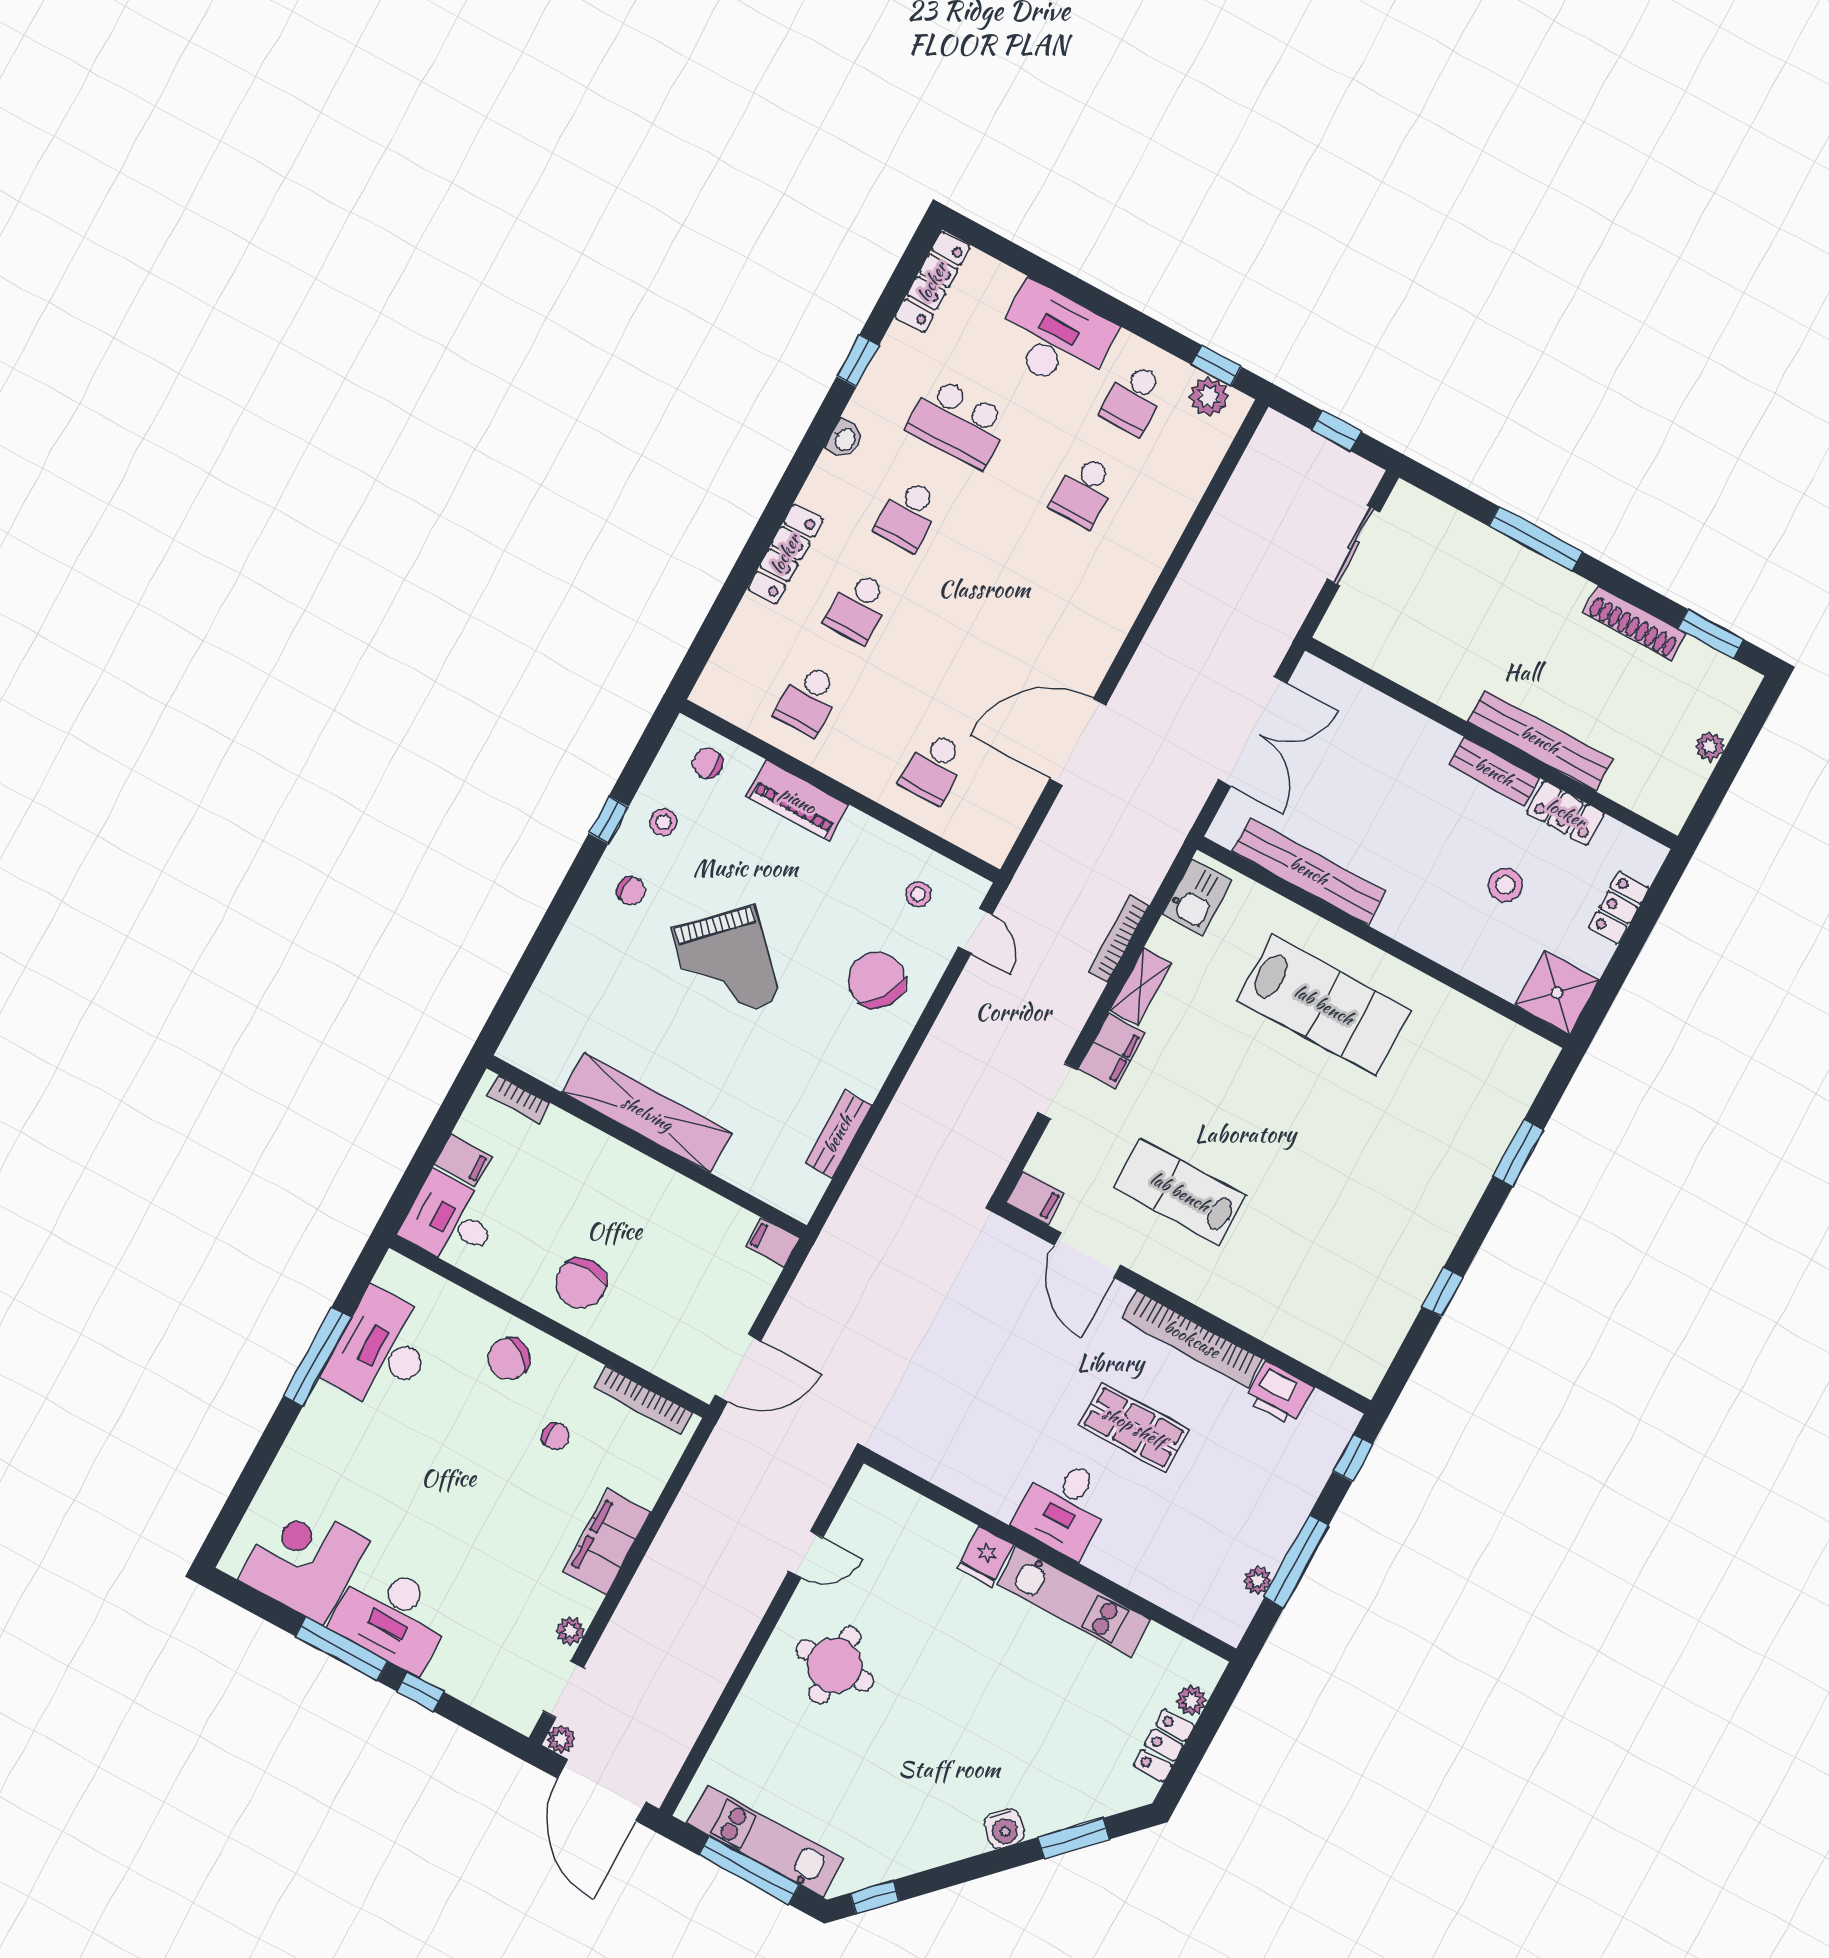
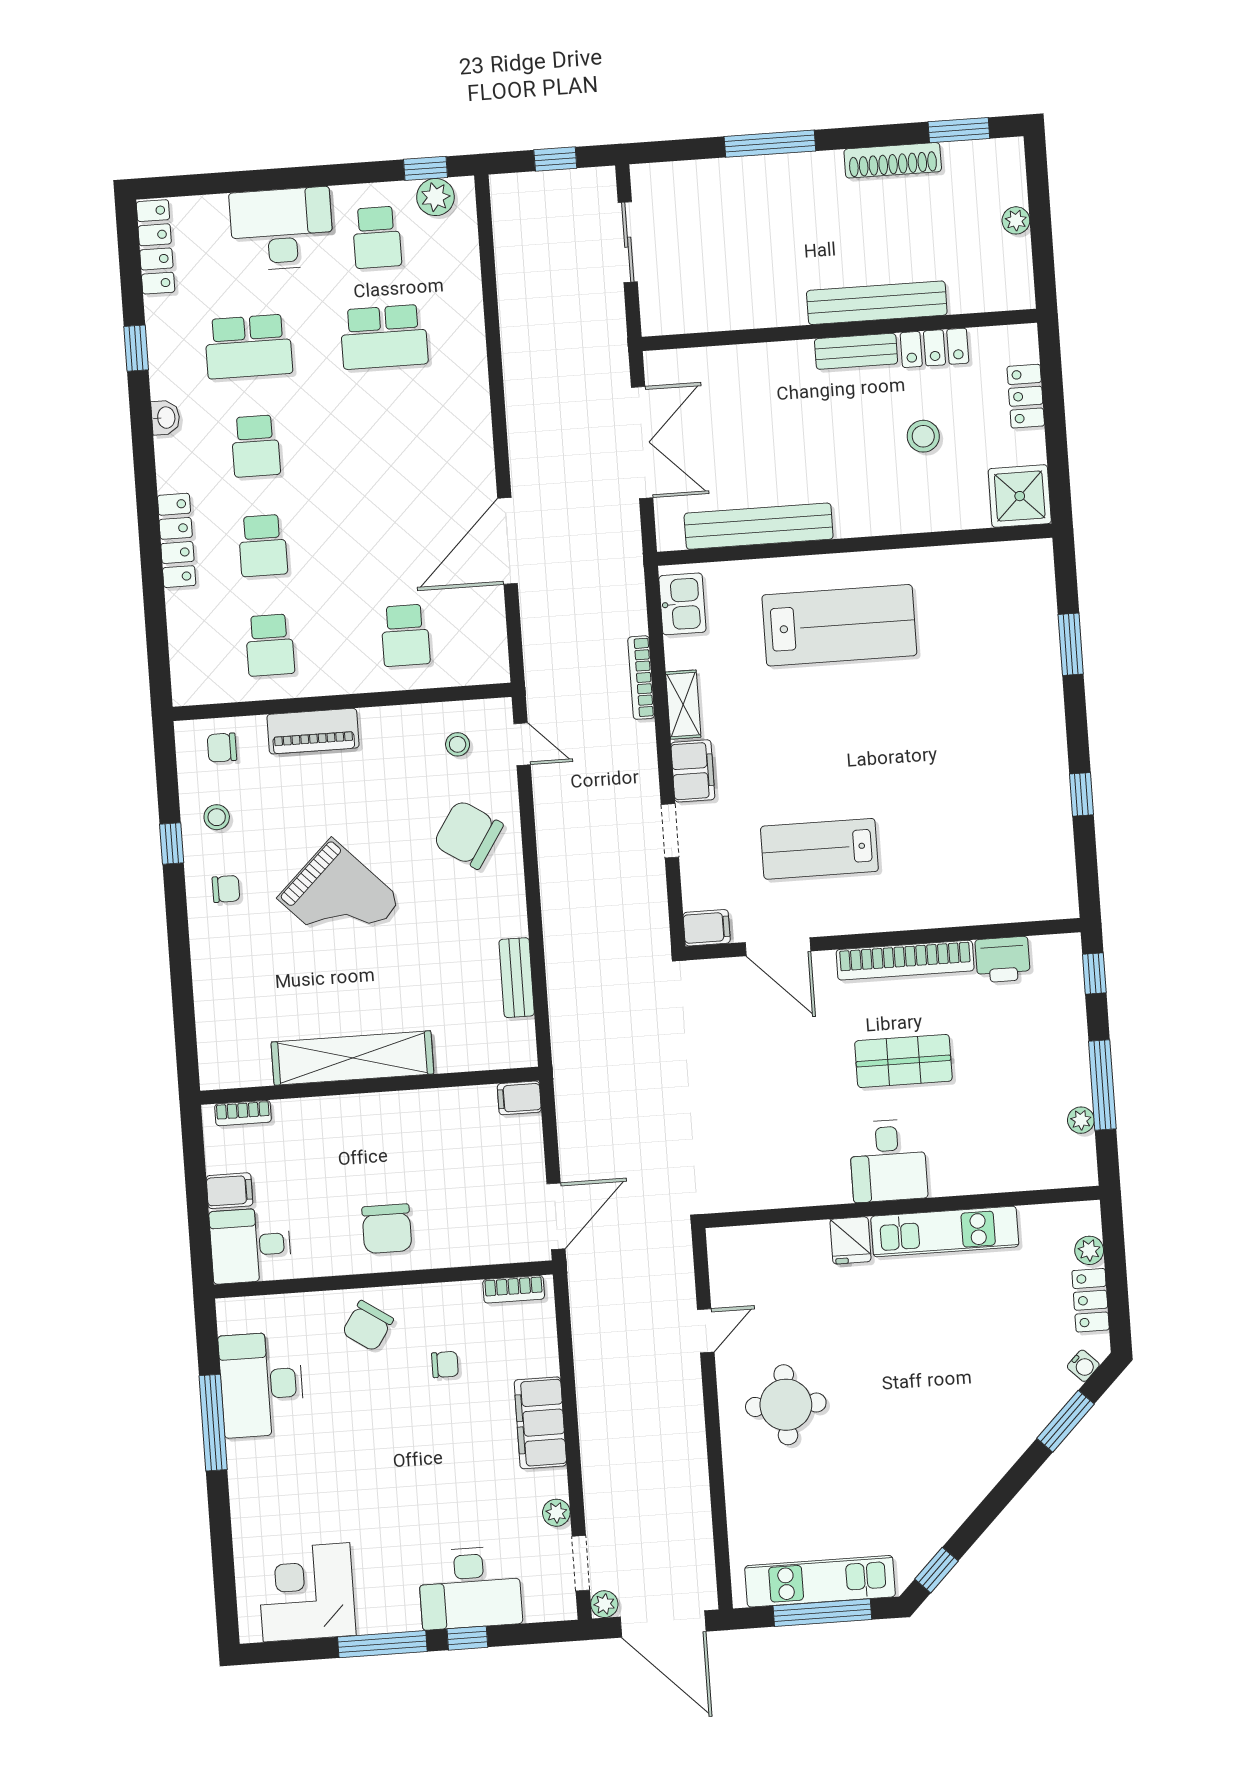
school desk: (1084, 491) -> (384, 337), width x1.85
bookcase: (643, 1400) -> (514, 1289), width x0.64
desk: (392, 1616) -> (470, 1588), moved
water cooler: (1004, 1829) -> (1083, 1366), moved, width x0.72, depth x0.72

